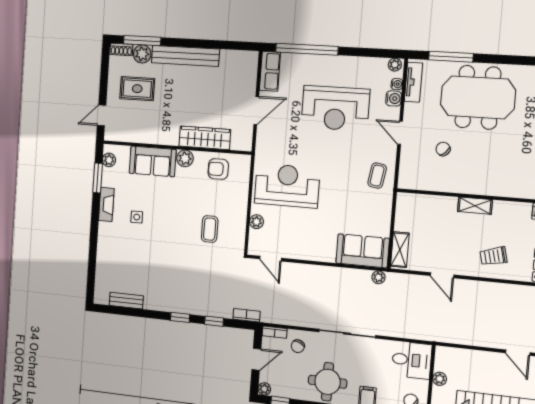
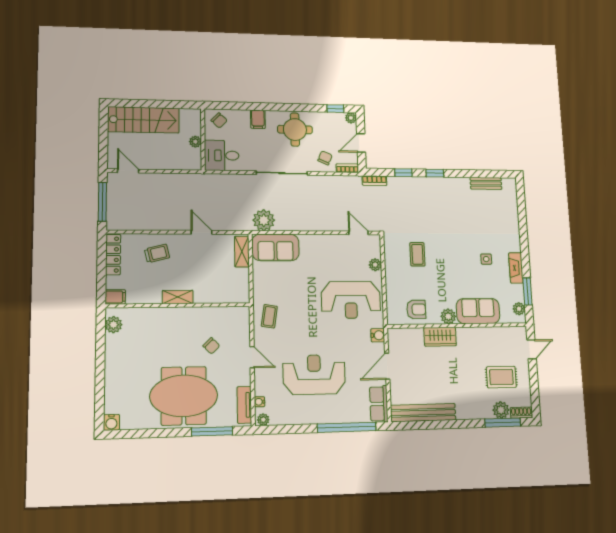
bench: (185, 56) -> (423, 413), moved
water cooler: (394, 98) -> (378, 335), moved, turned 180
wardrobe: (205, 138) -> (440, 337), width x0.67
plant: (378, 277) -> (264, 220), width x1.87, depth x1.87

